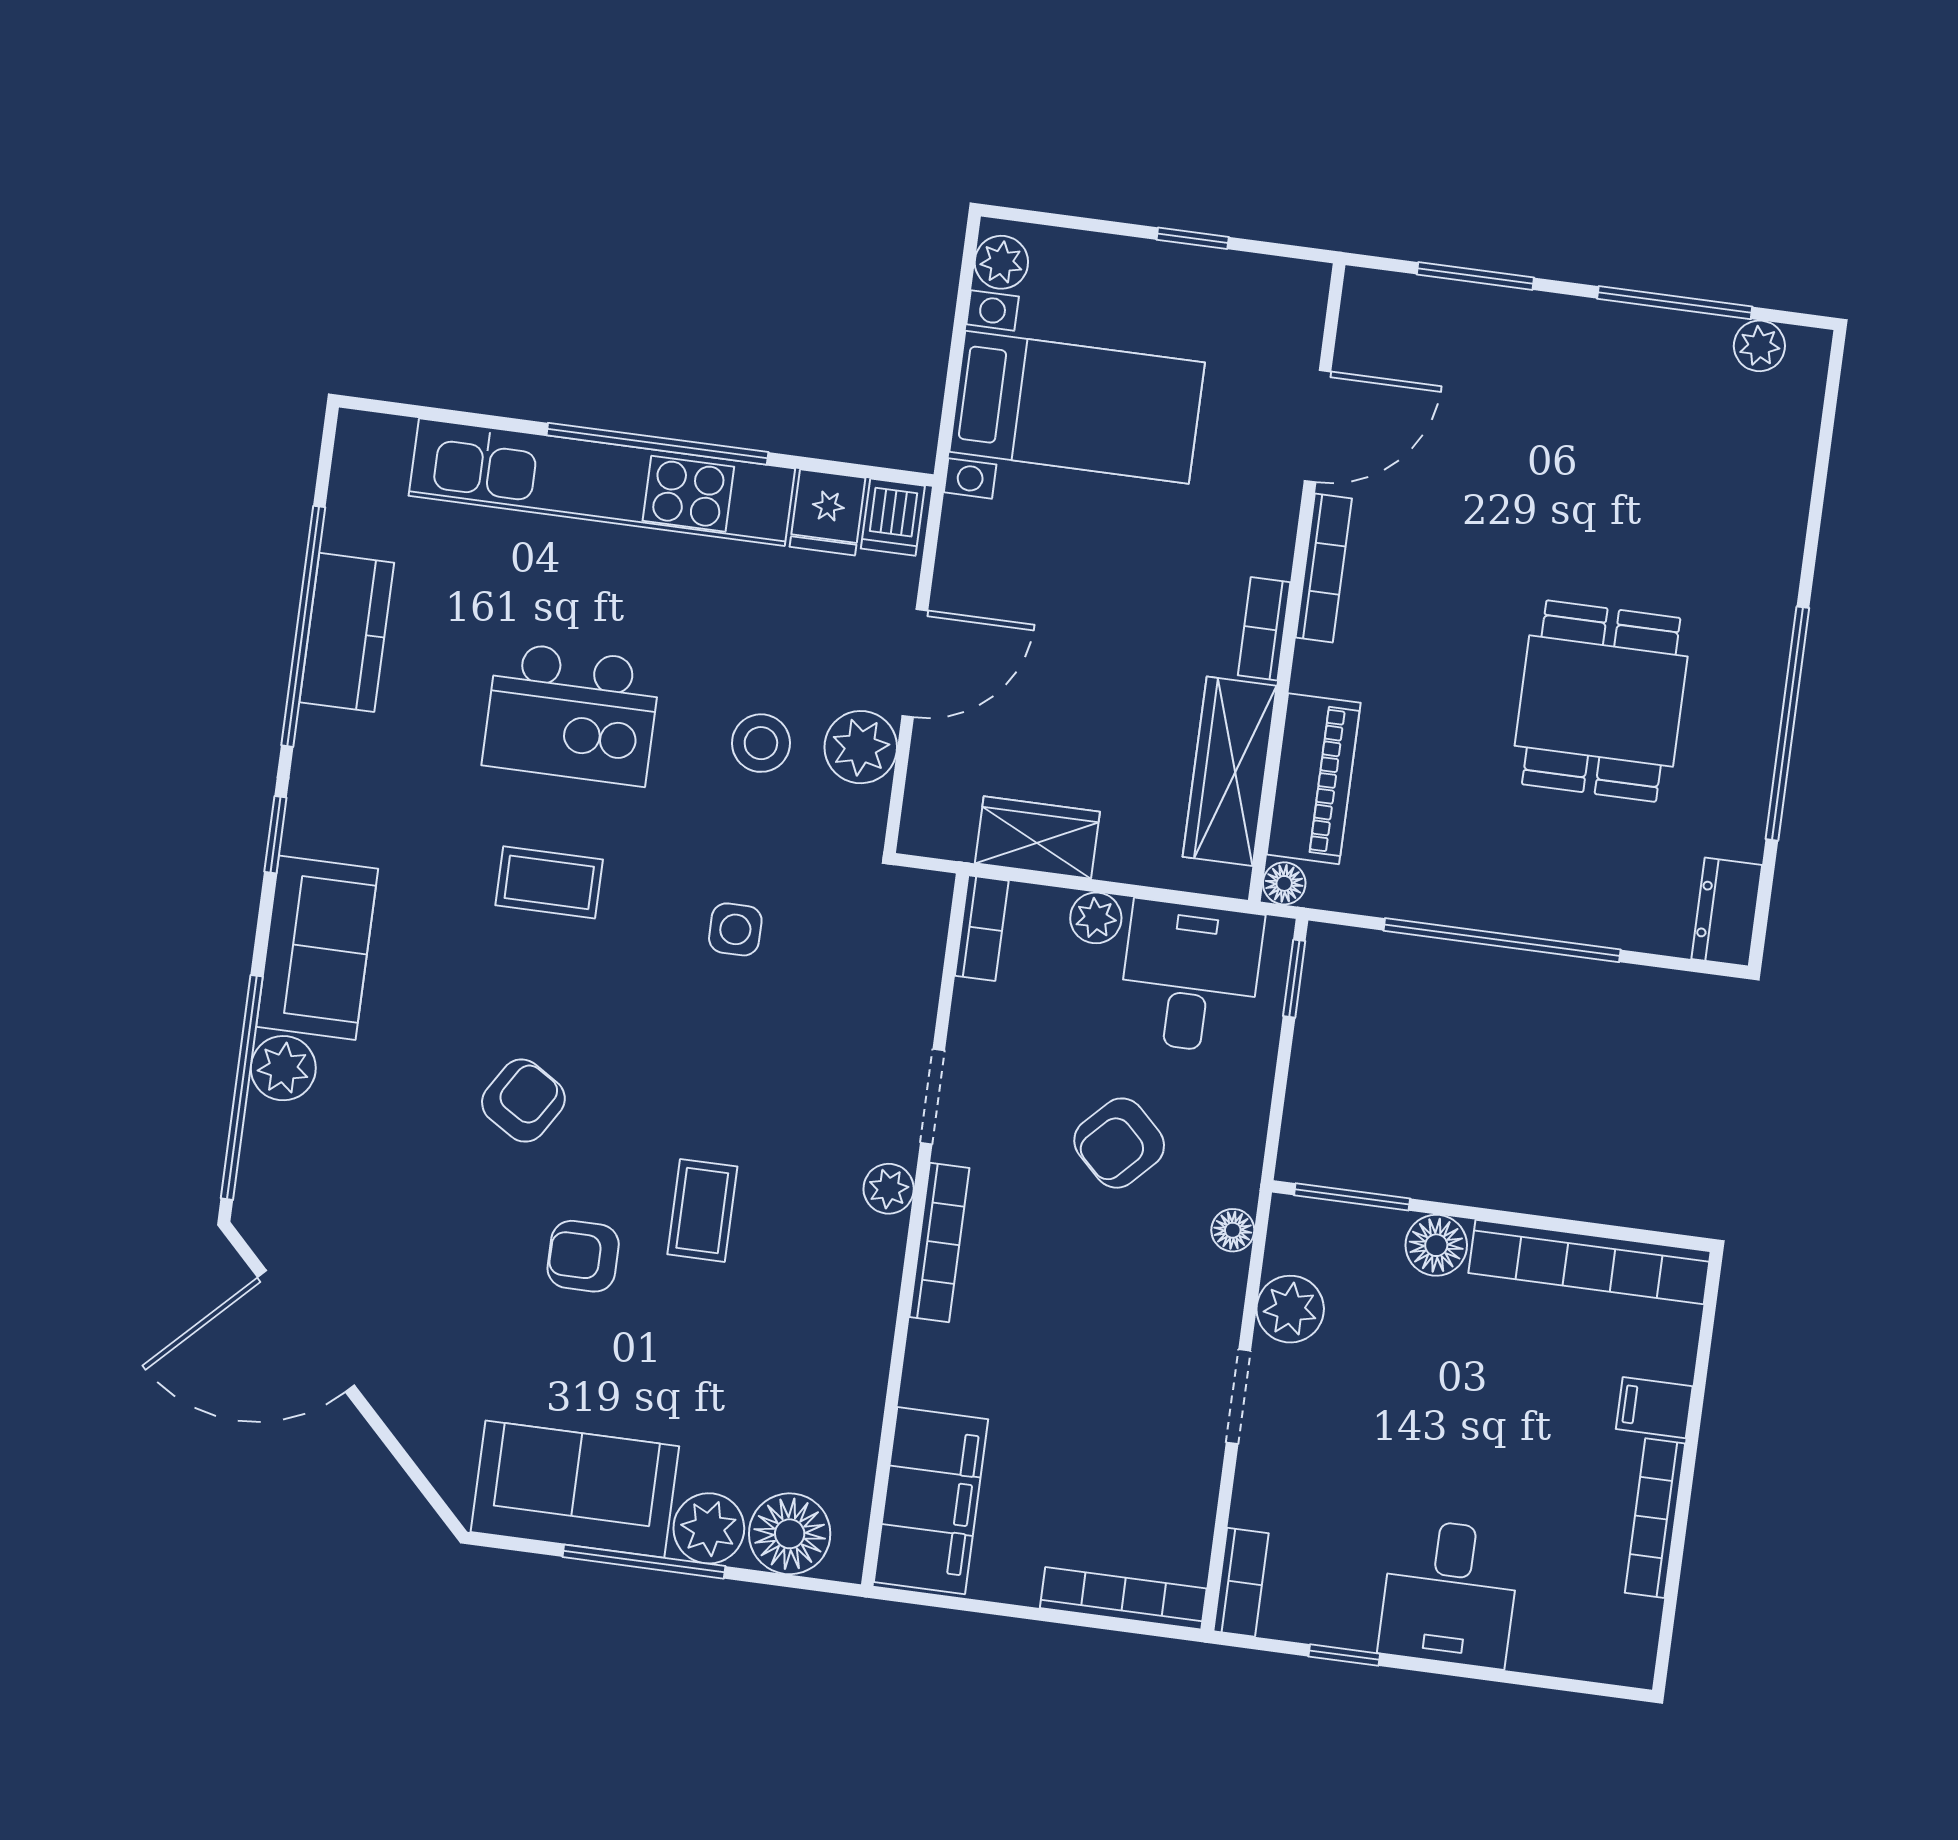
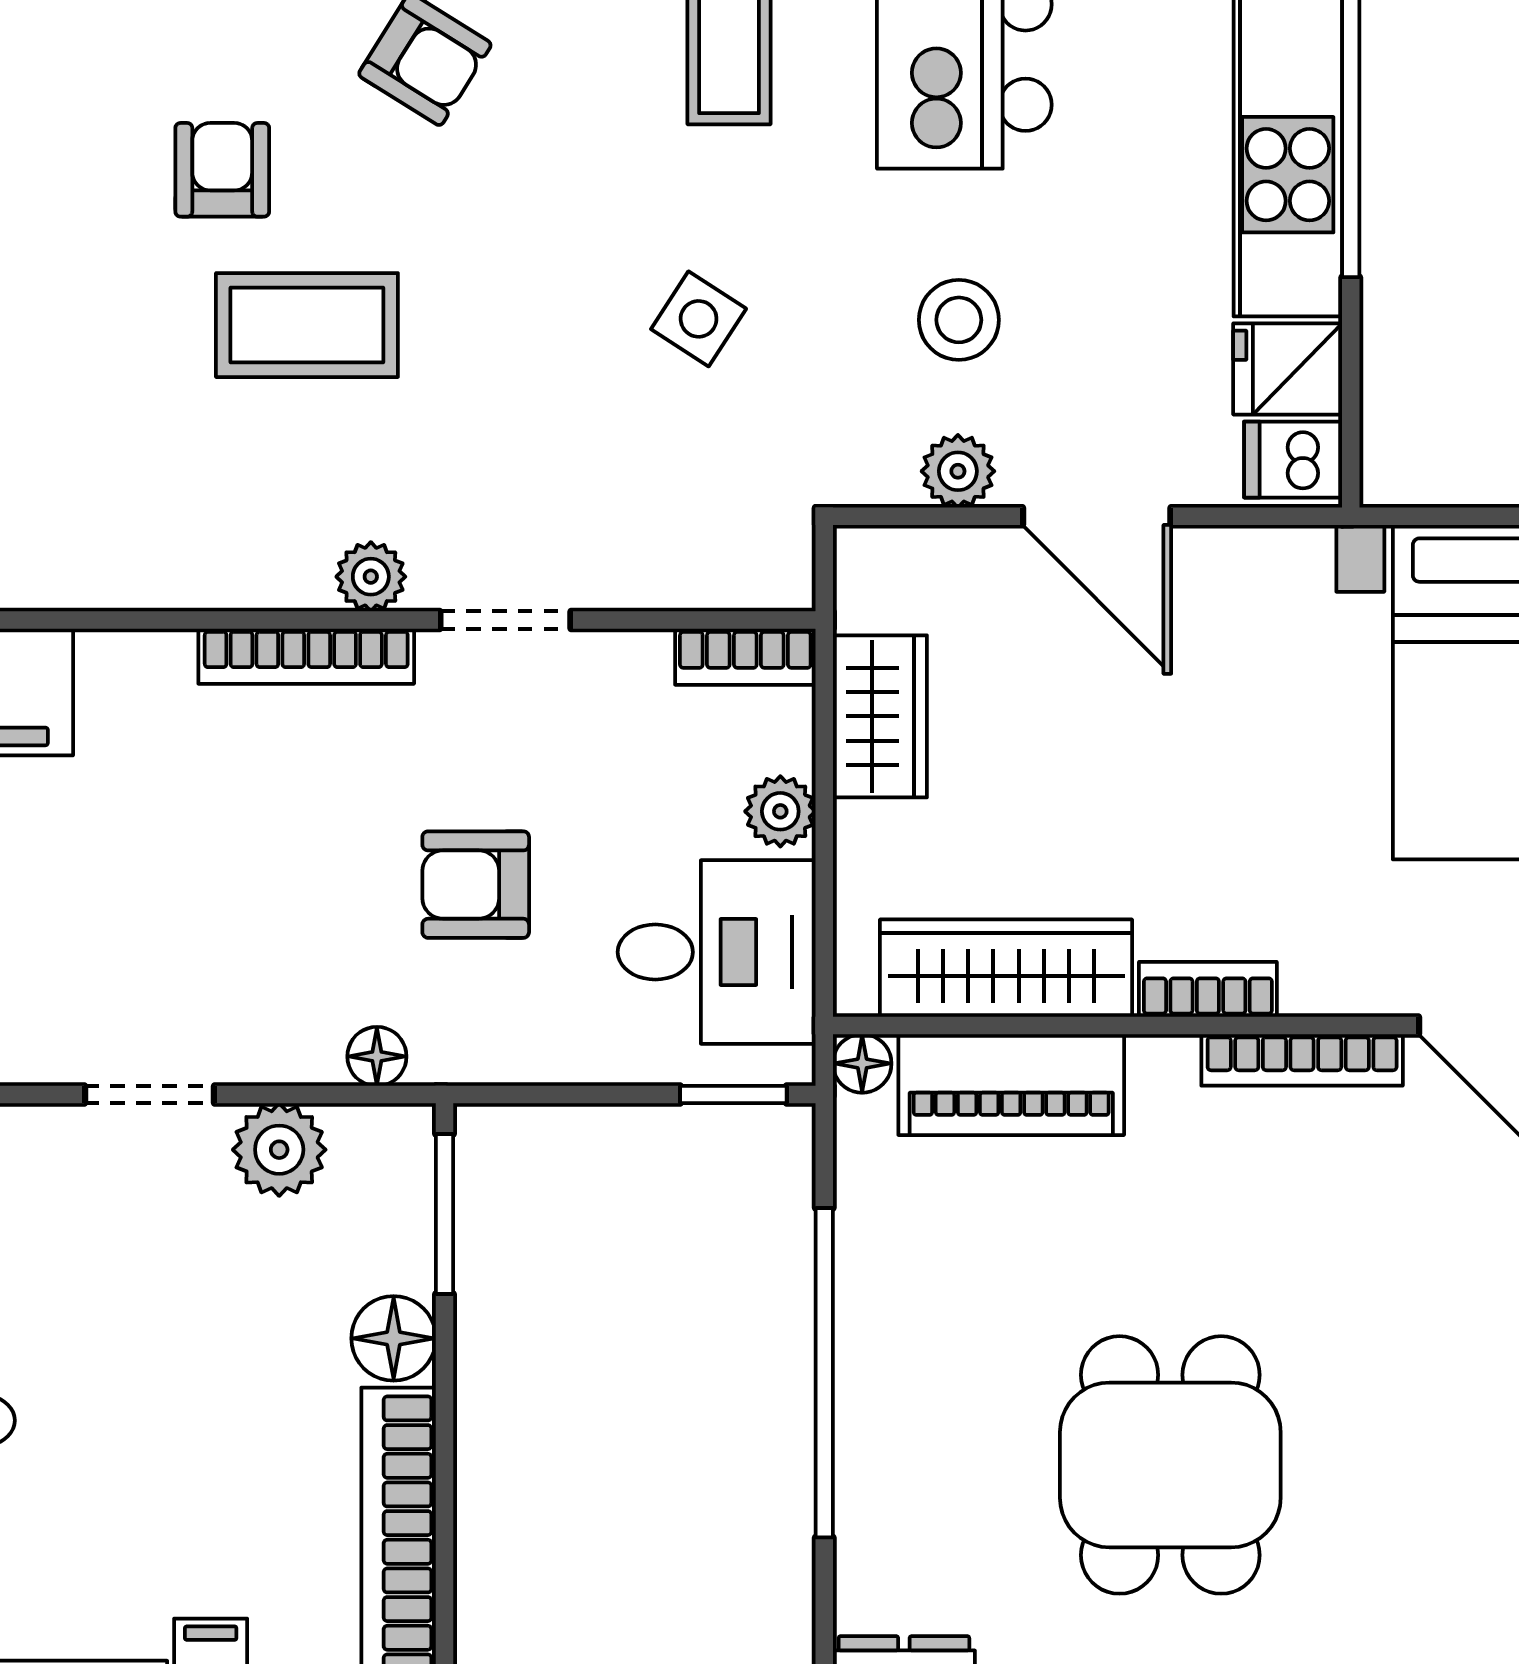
dining table: (1601, 701) -> (1170, 1465), turned 90
plant: (861, 747) -> (958, 471), width x0.73, depth x0.73
side table: (735, 929) -> (699, 319), turned 33
armchair: (1119, 1143) -> (476, 885), turned -44
coffee table: (702, 1210) -> (307, 325), width x1.36, depth x1.30

